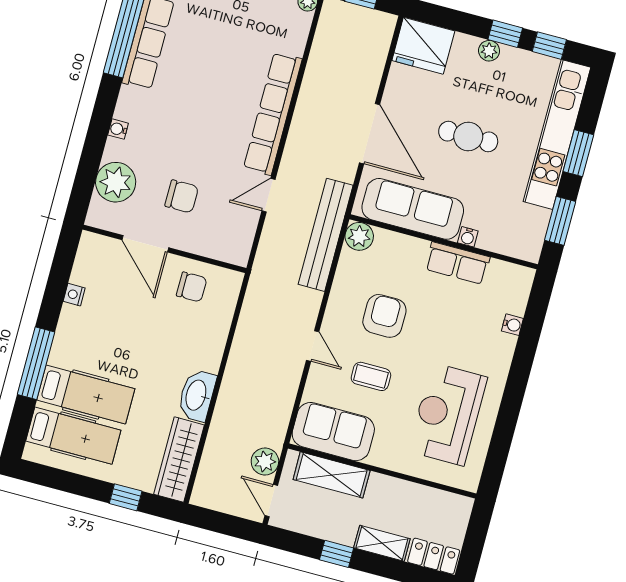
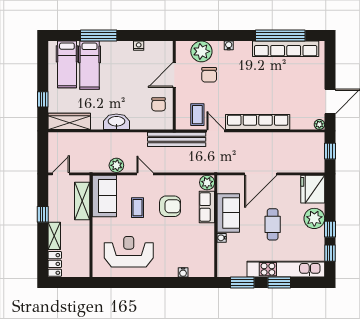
plant: (489, 51) -> (314, 218), width x1.88, depth x1.88
chair: (182, 196) -> (209, 75), moved
sofa: (413, 209) -> (228, 213), width x0.73
coffee table: (230, 221) -> (197, 115), added
bench: (326, 235) -> (177, 139), moved
row of seats: (457, 263) -> (207, 207), moved
door: (313, 346) -> (145, 174), swing flipped
washbasin: (197, 395) -> (116, 122), moved
plant: (265, 462) -> (116, 165), moved

